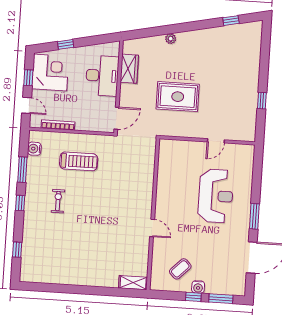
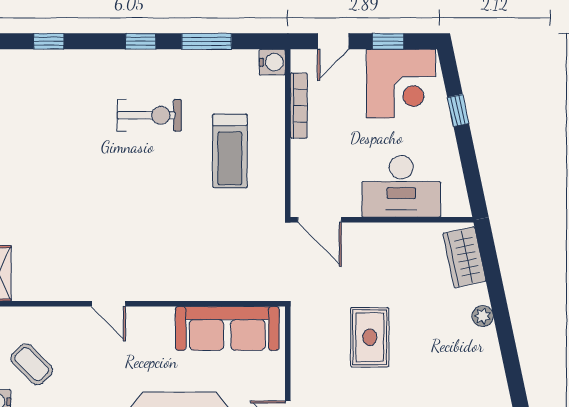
wardrobe: (129, 69) -> (464, 257), moved, turned 78
rug: (178, 97) -> (370, 337), width x0.73, depth x0.70
water cooler: (34, 149) -> (272, 62), moved, turned 90
sofa: (169, 169) -> (227, 328), added
exercise bike: (58, 201) -> (149, 115), width x1.38, depth x1.39
door: (152, 228) -> (108, 304), hinge flipped

